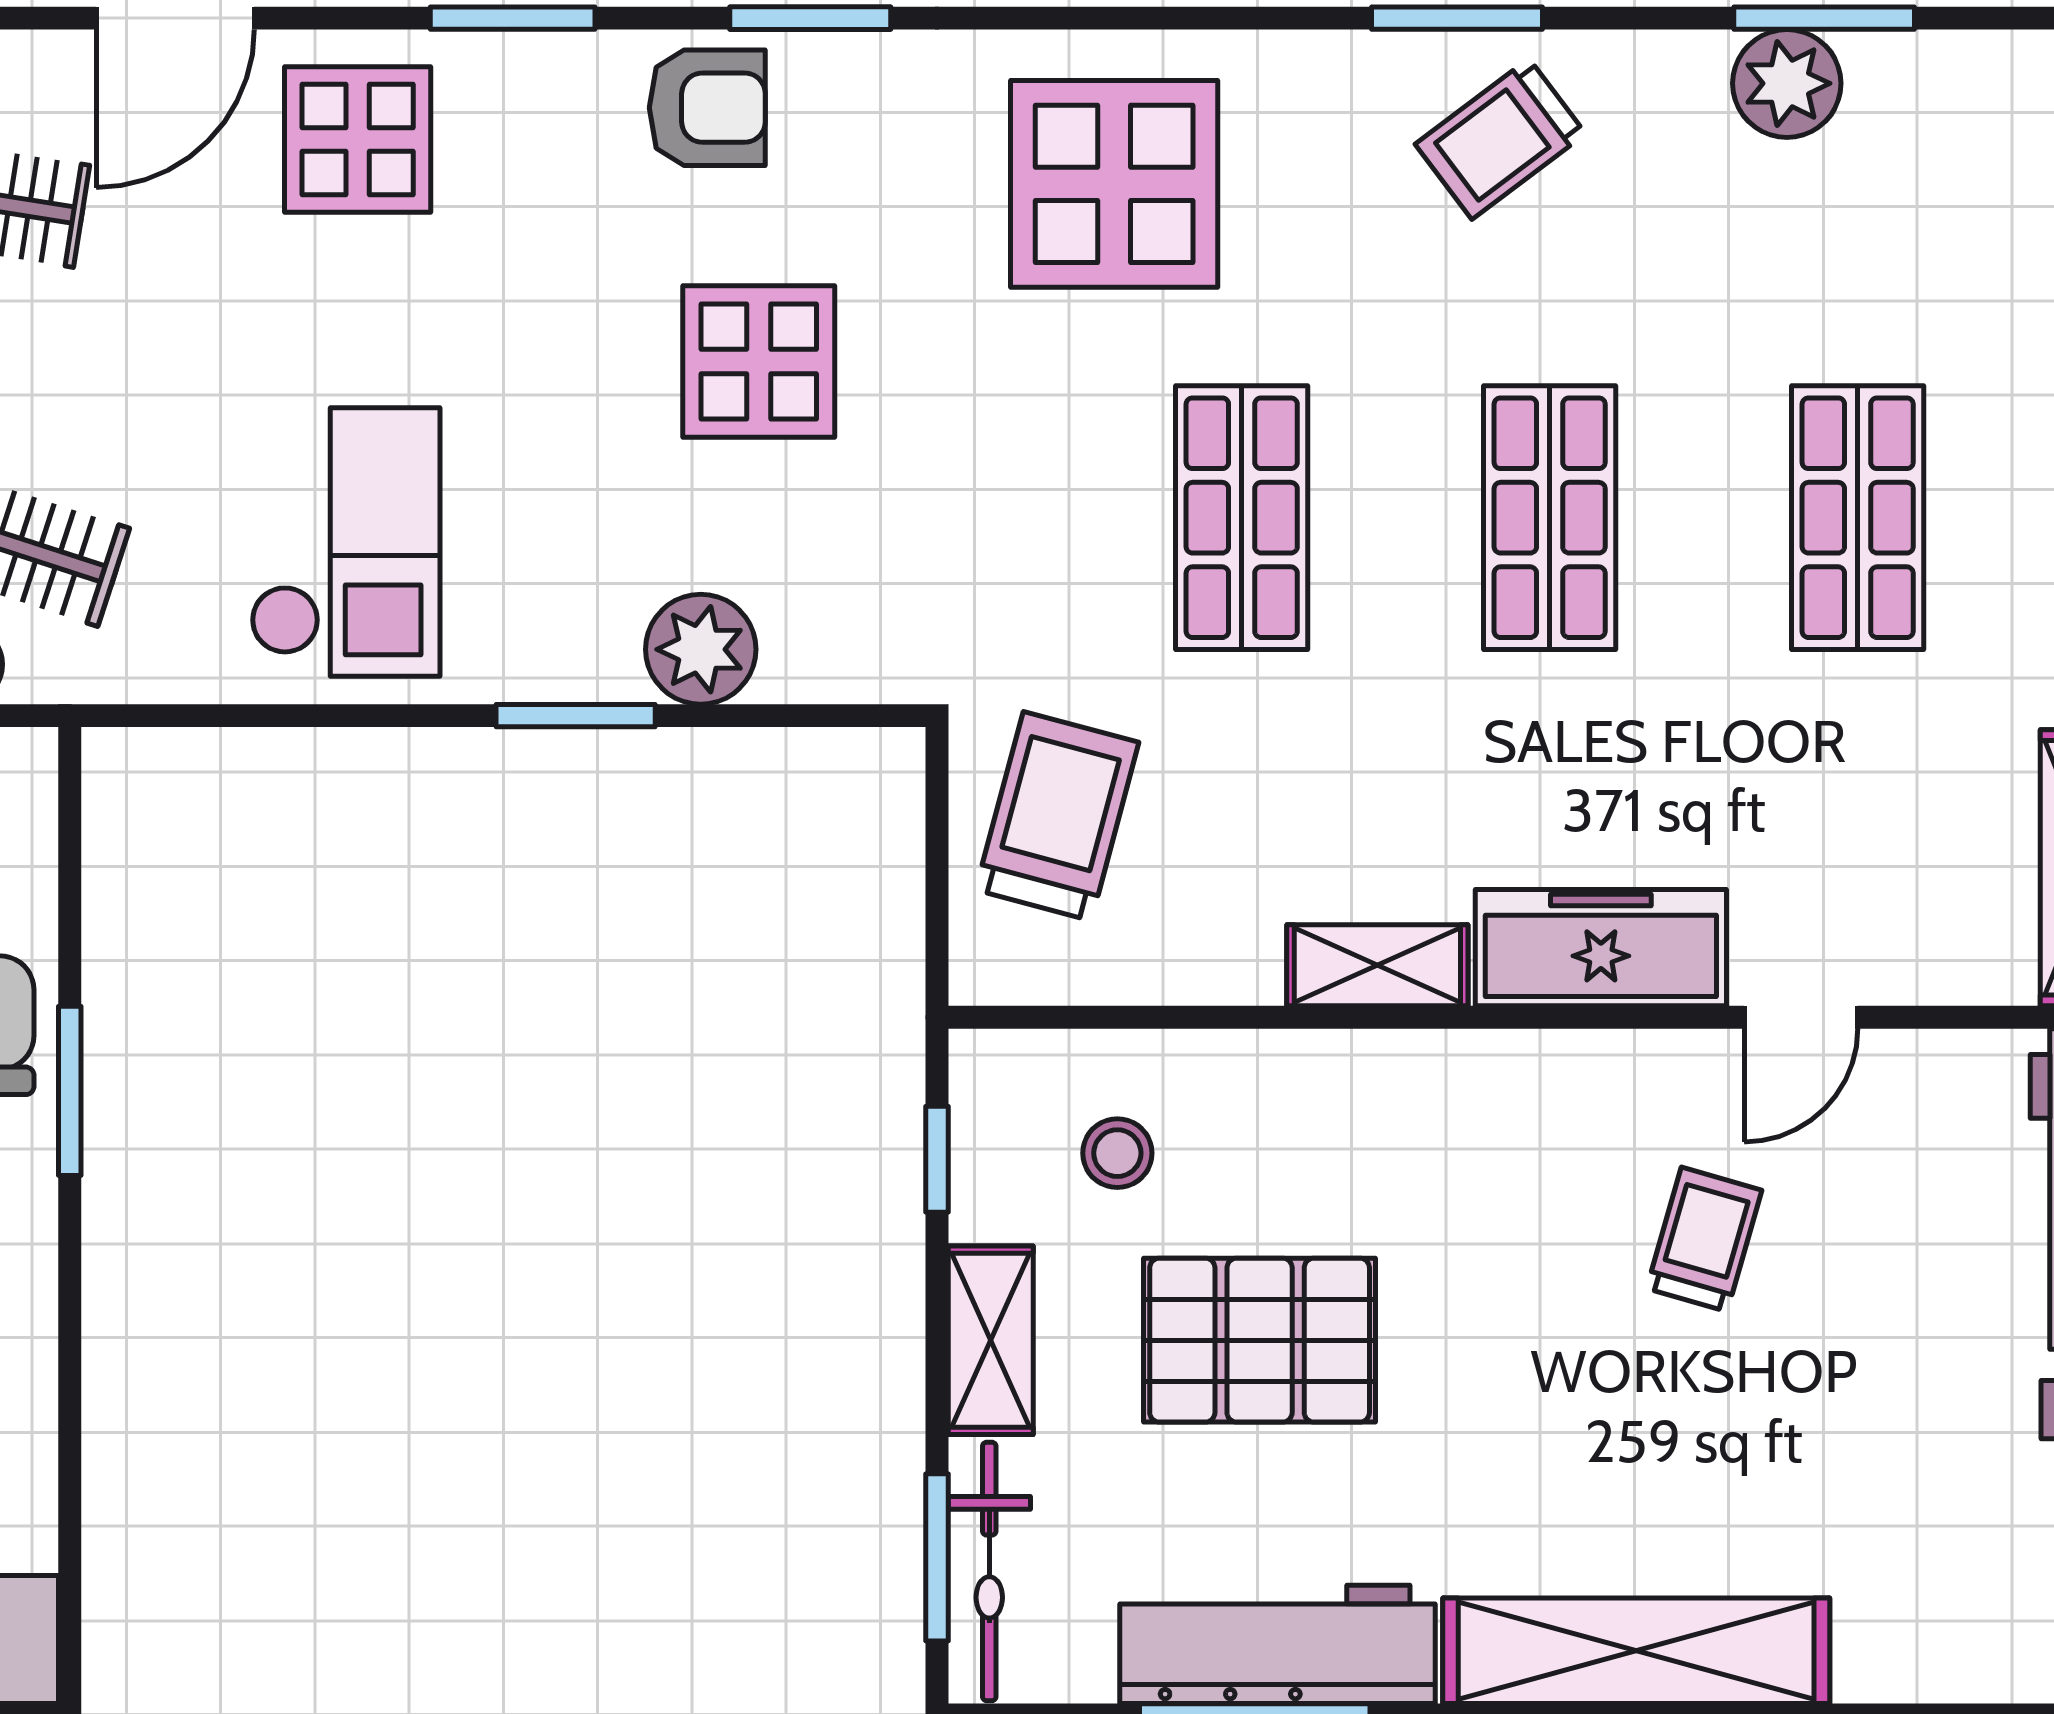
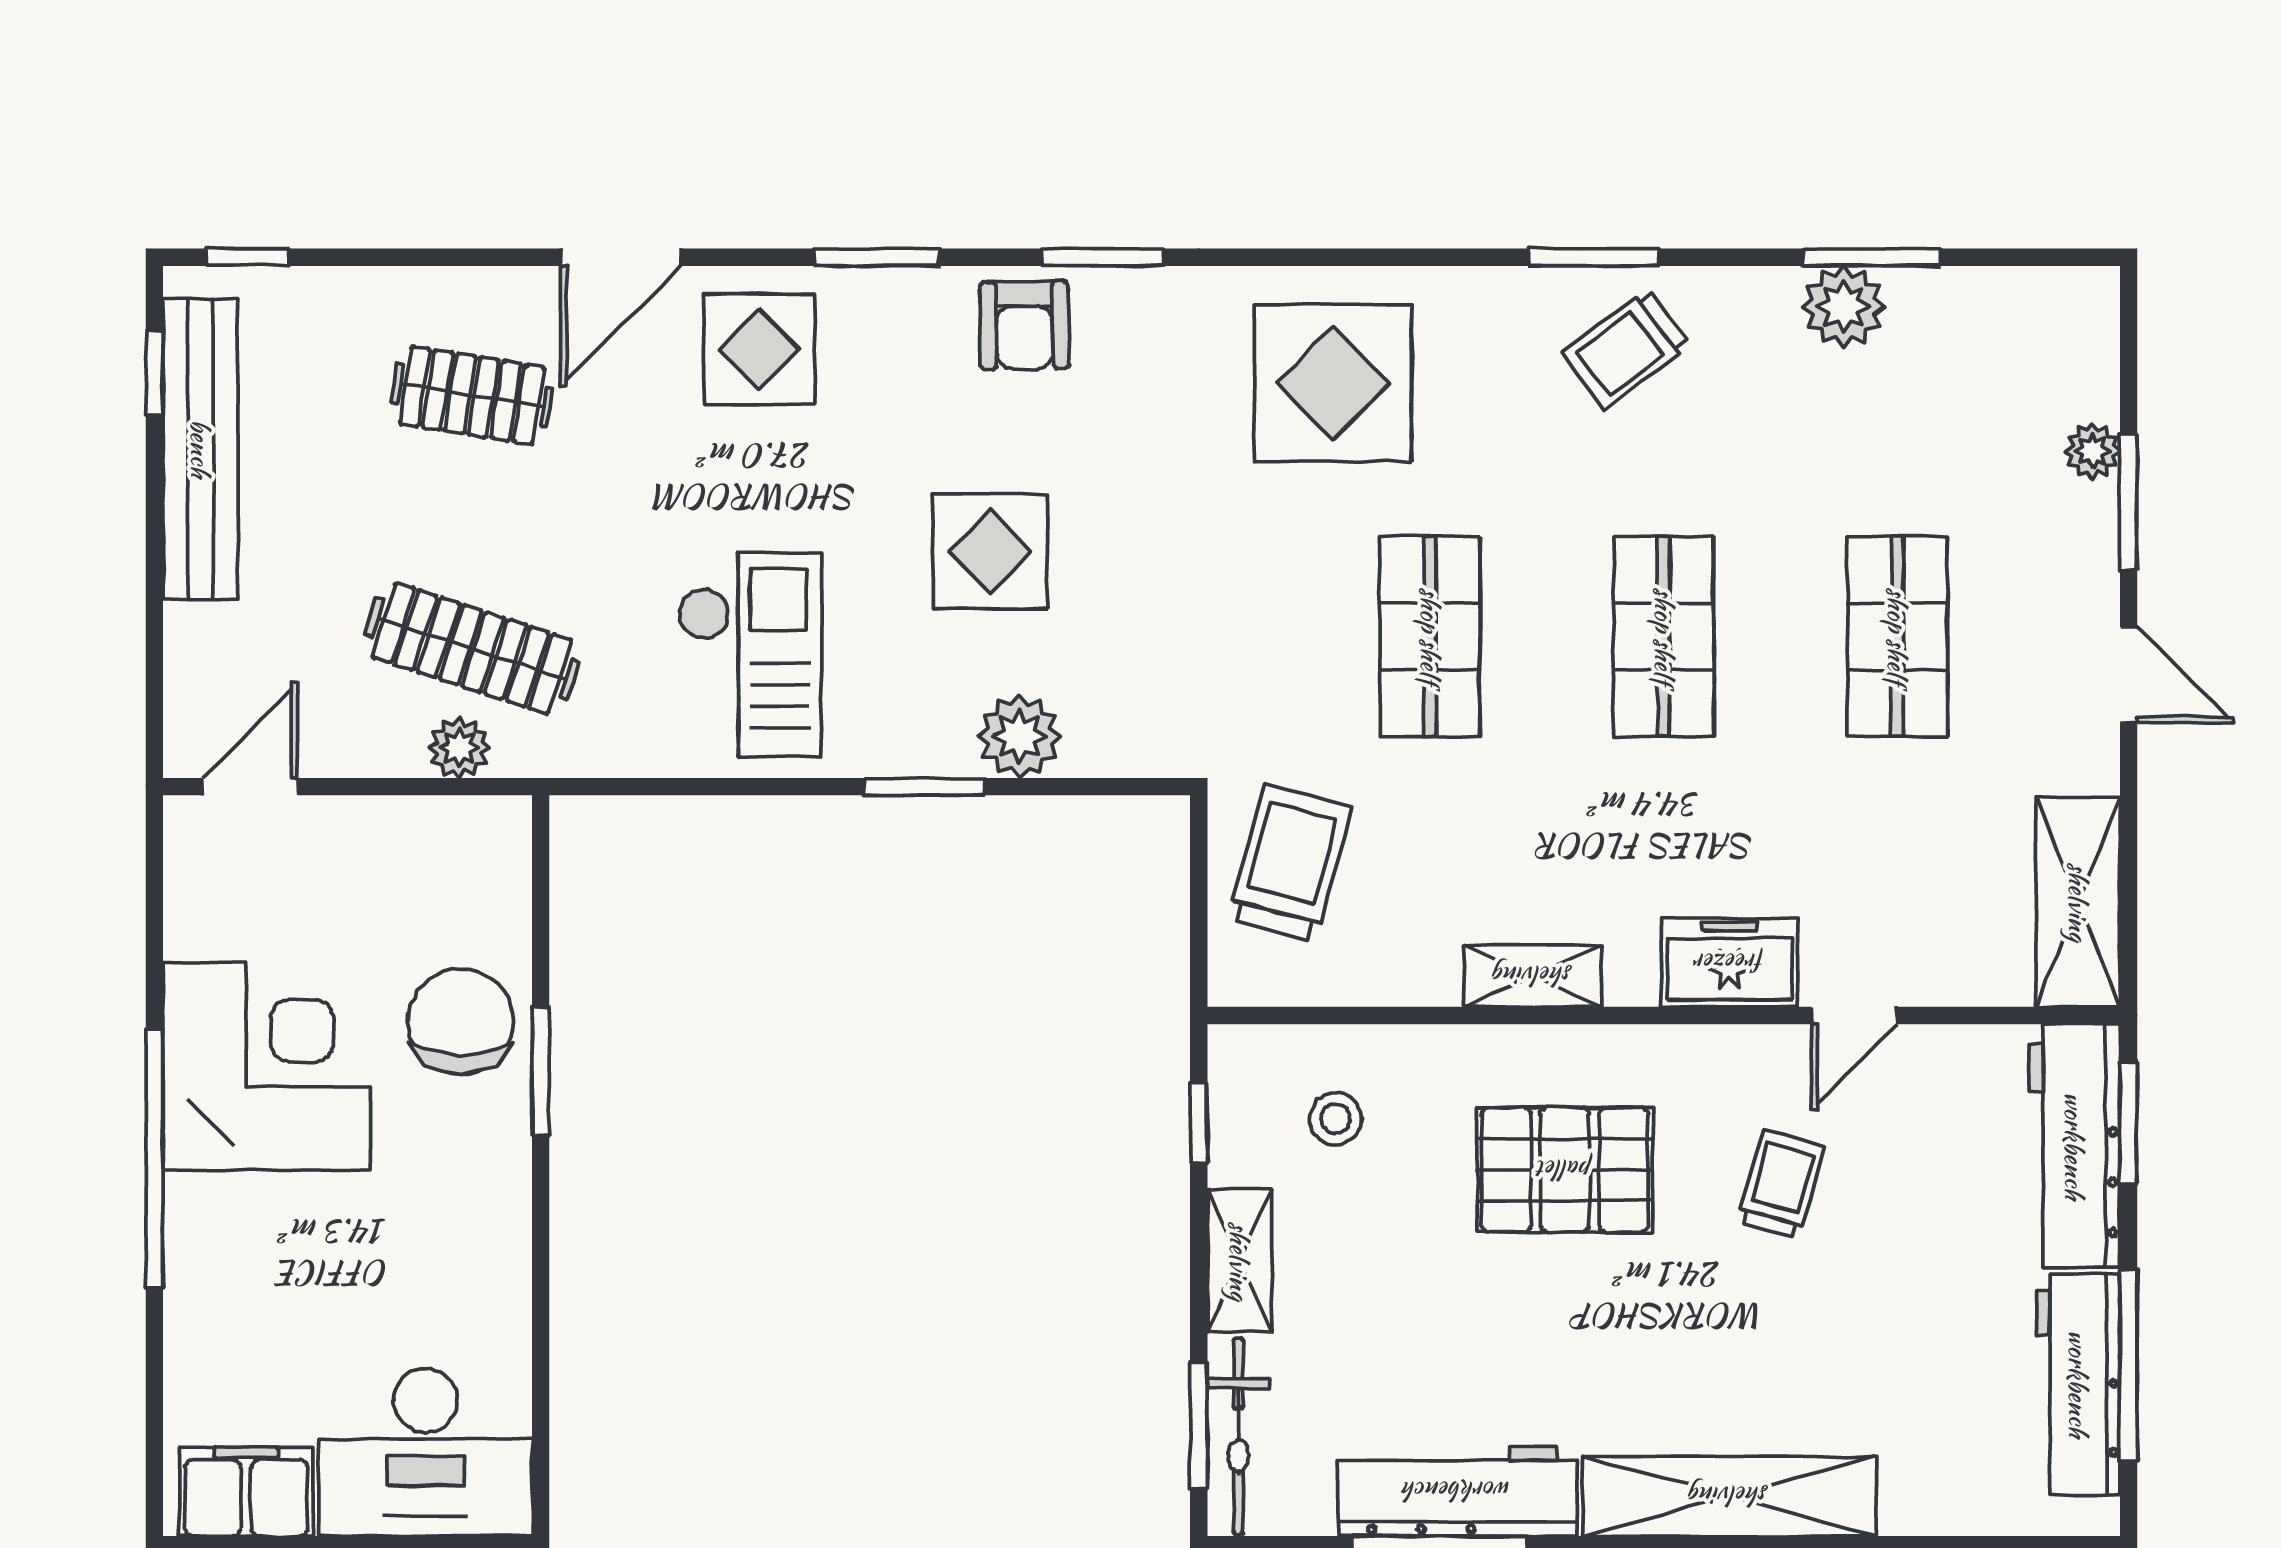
armchair: (707, 108) -> (1024, 325), turned 89
display table: (759, 362) -> (990, 551), moved
freezer: (1601, 948) -> (1730, 963), width x0.71
pallet: (1260, 1340) -> (1565, 1170), moved

